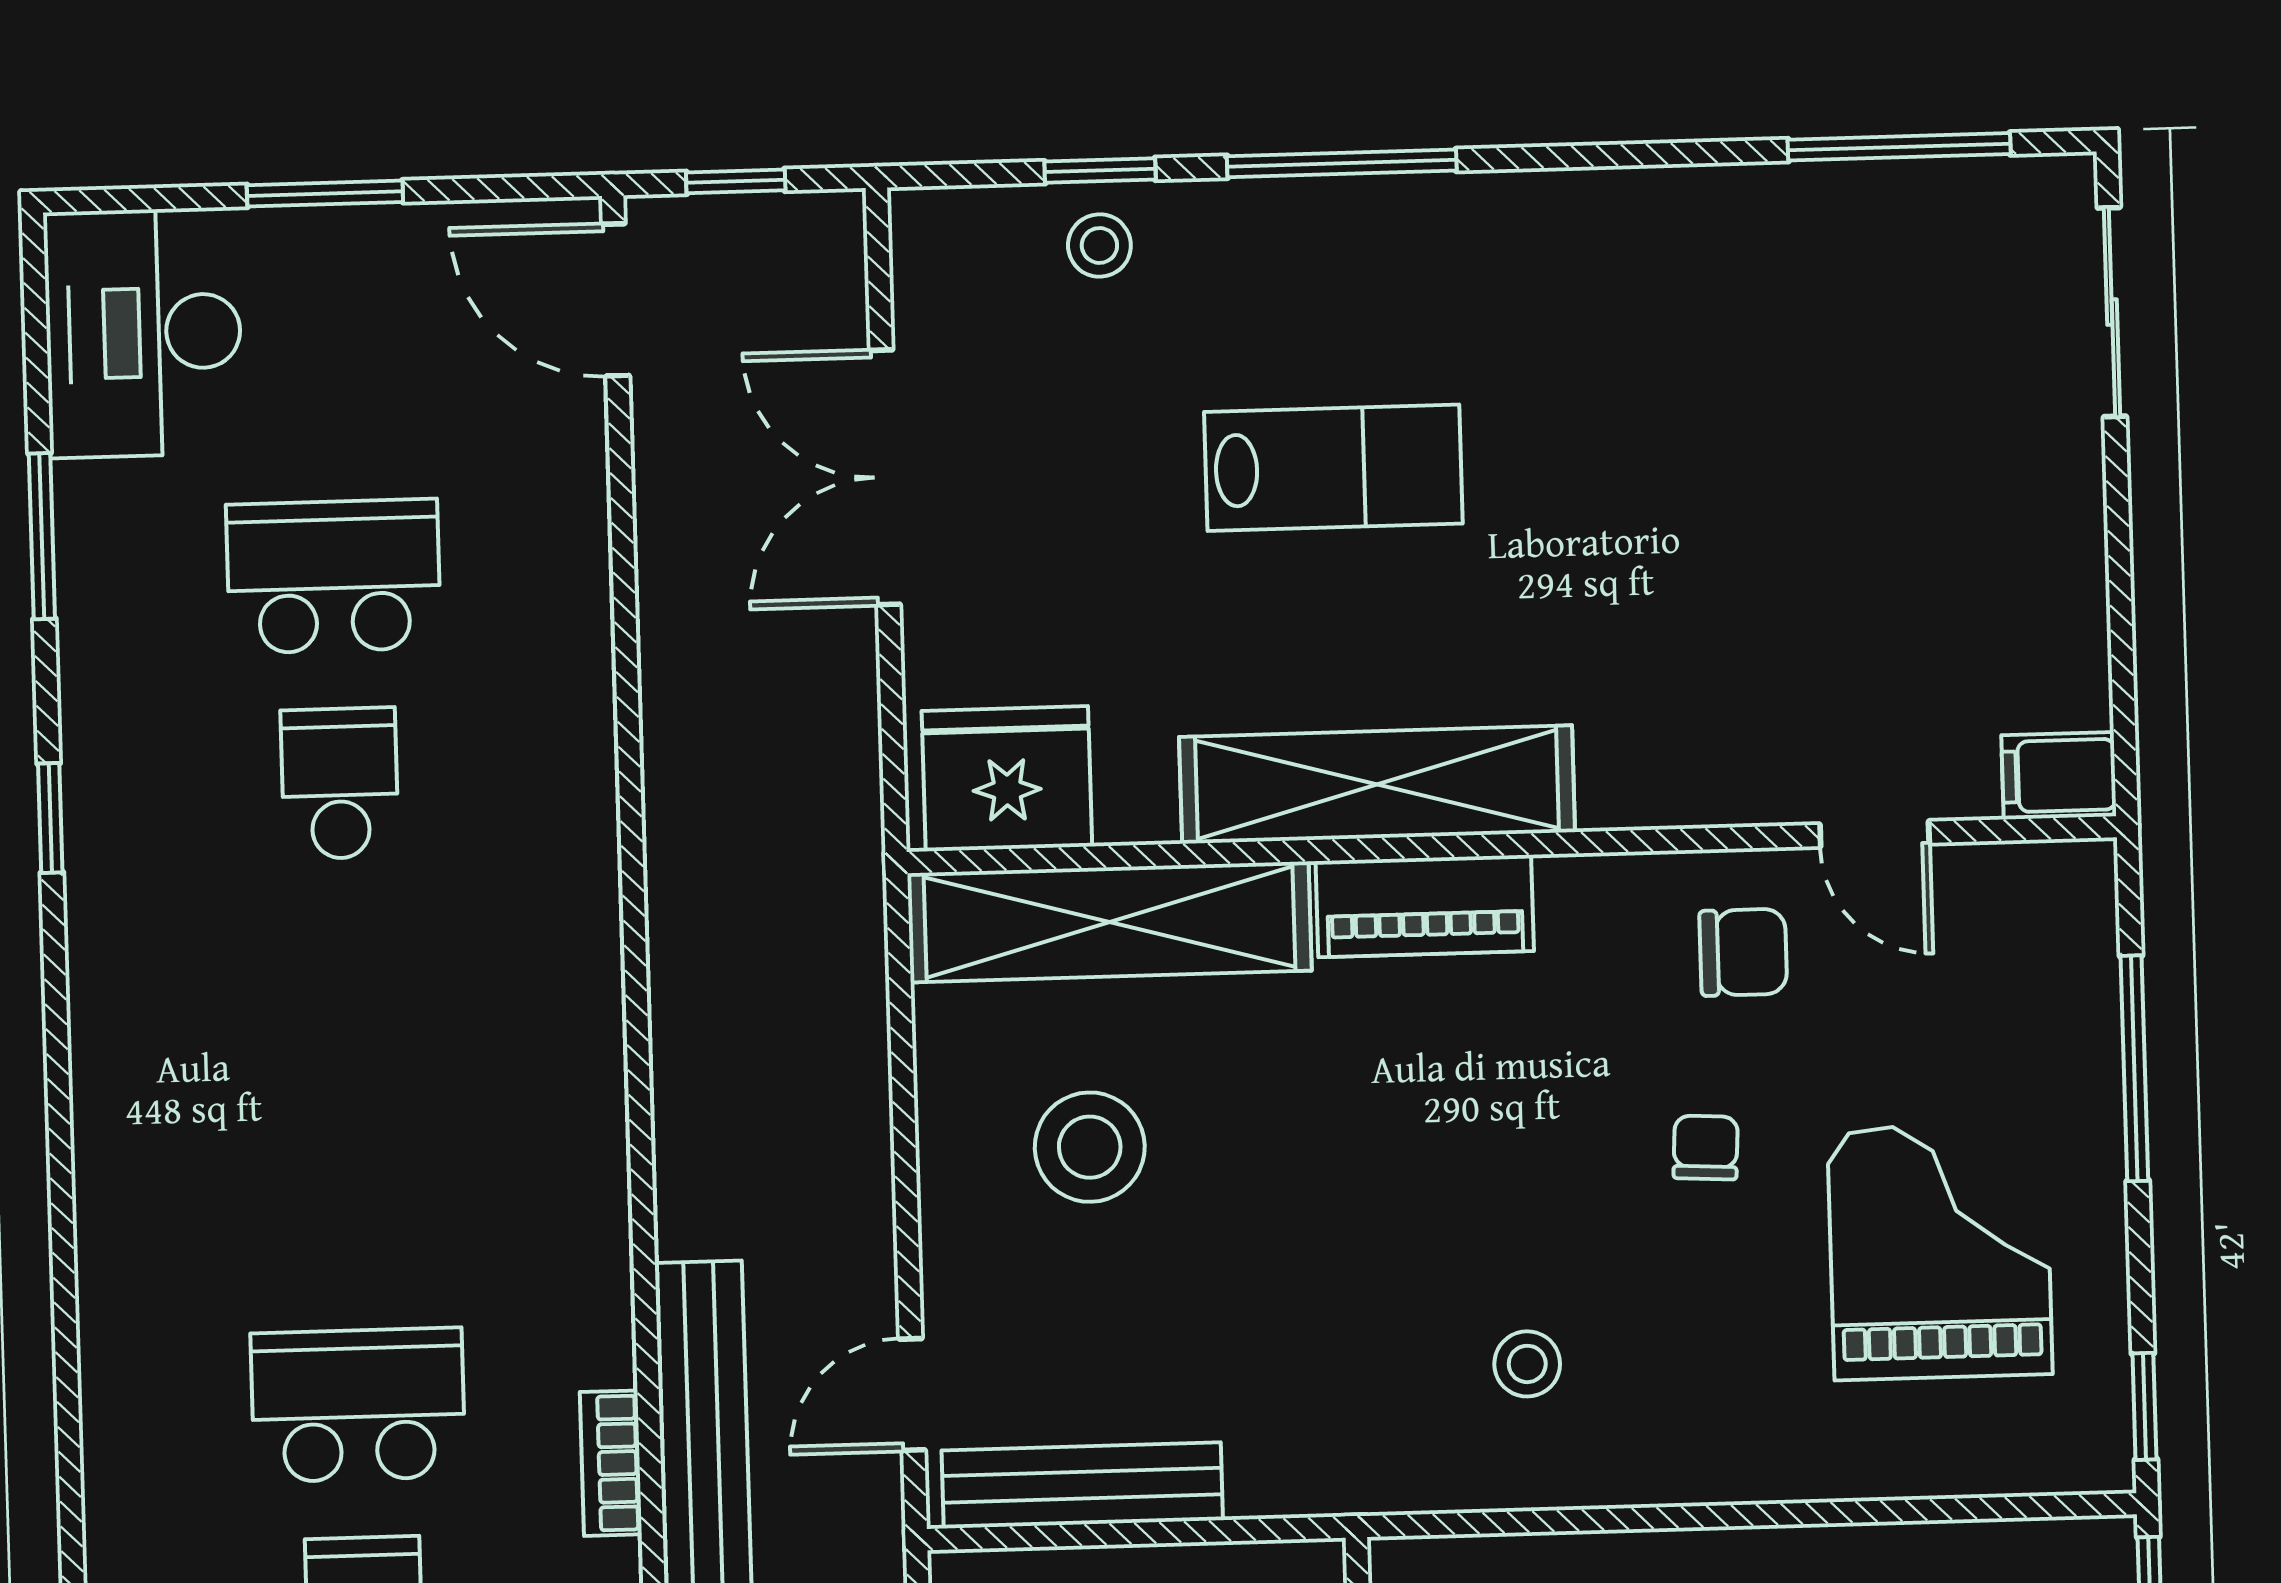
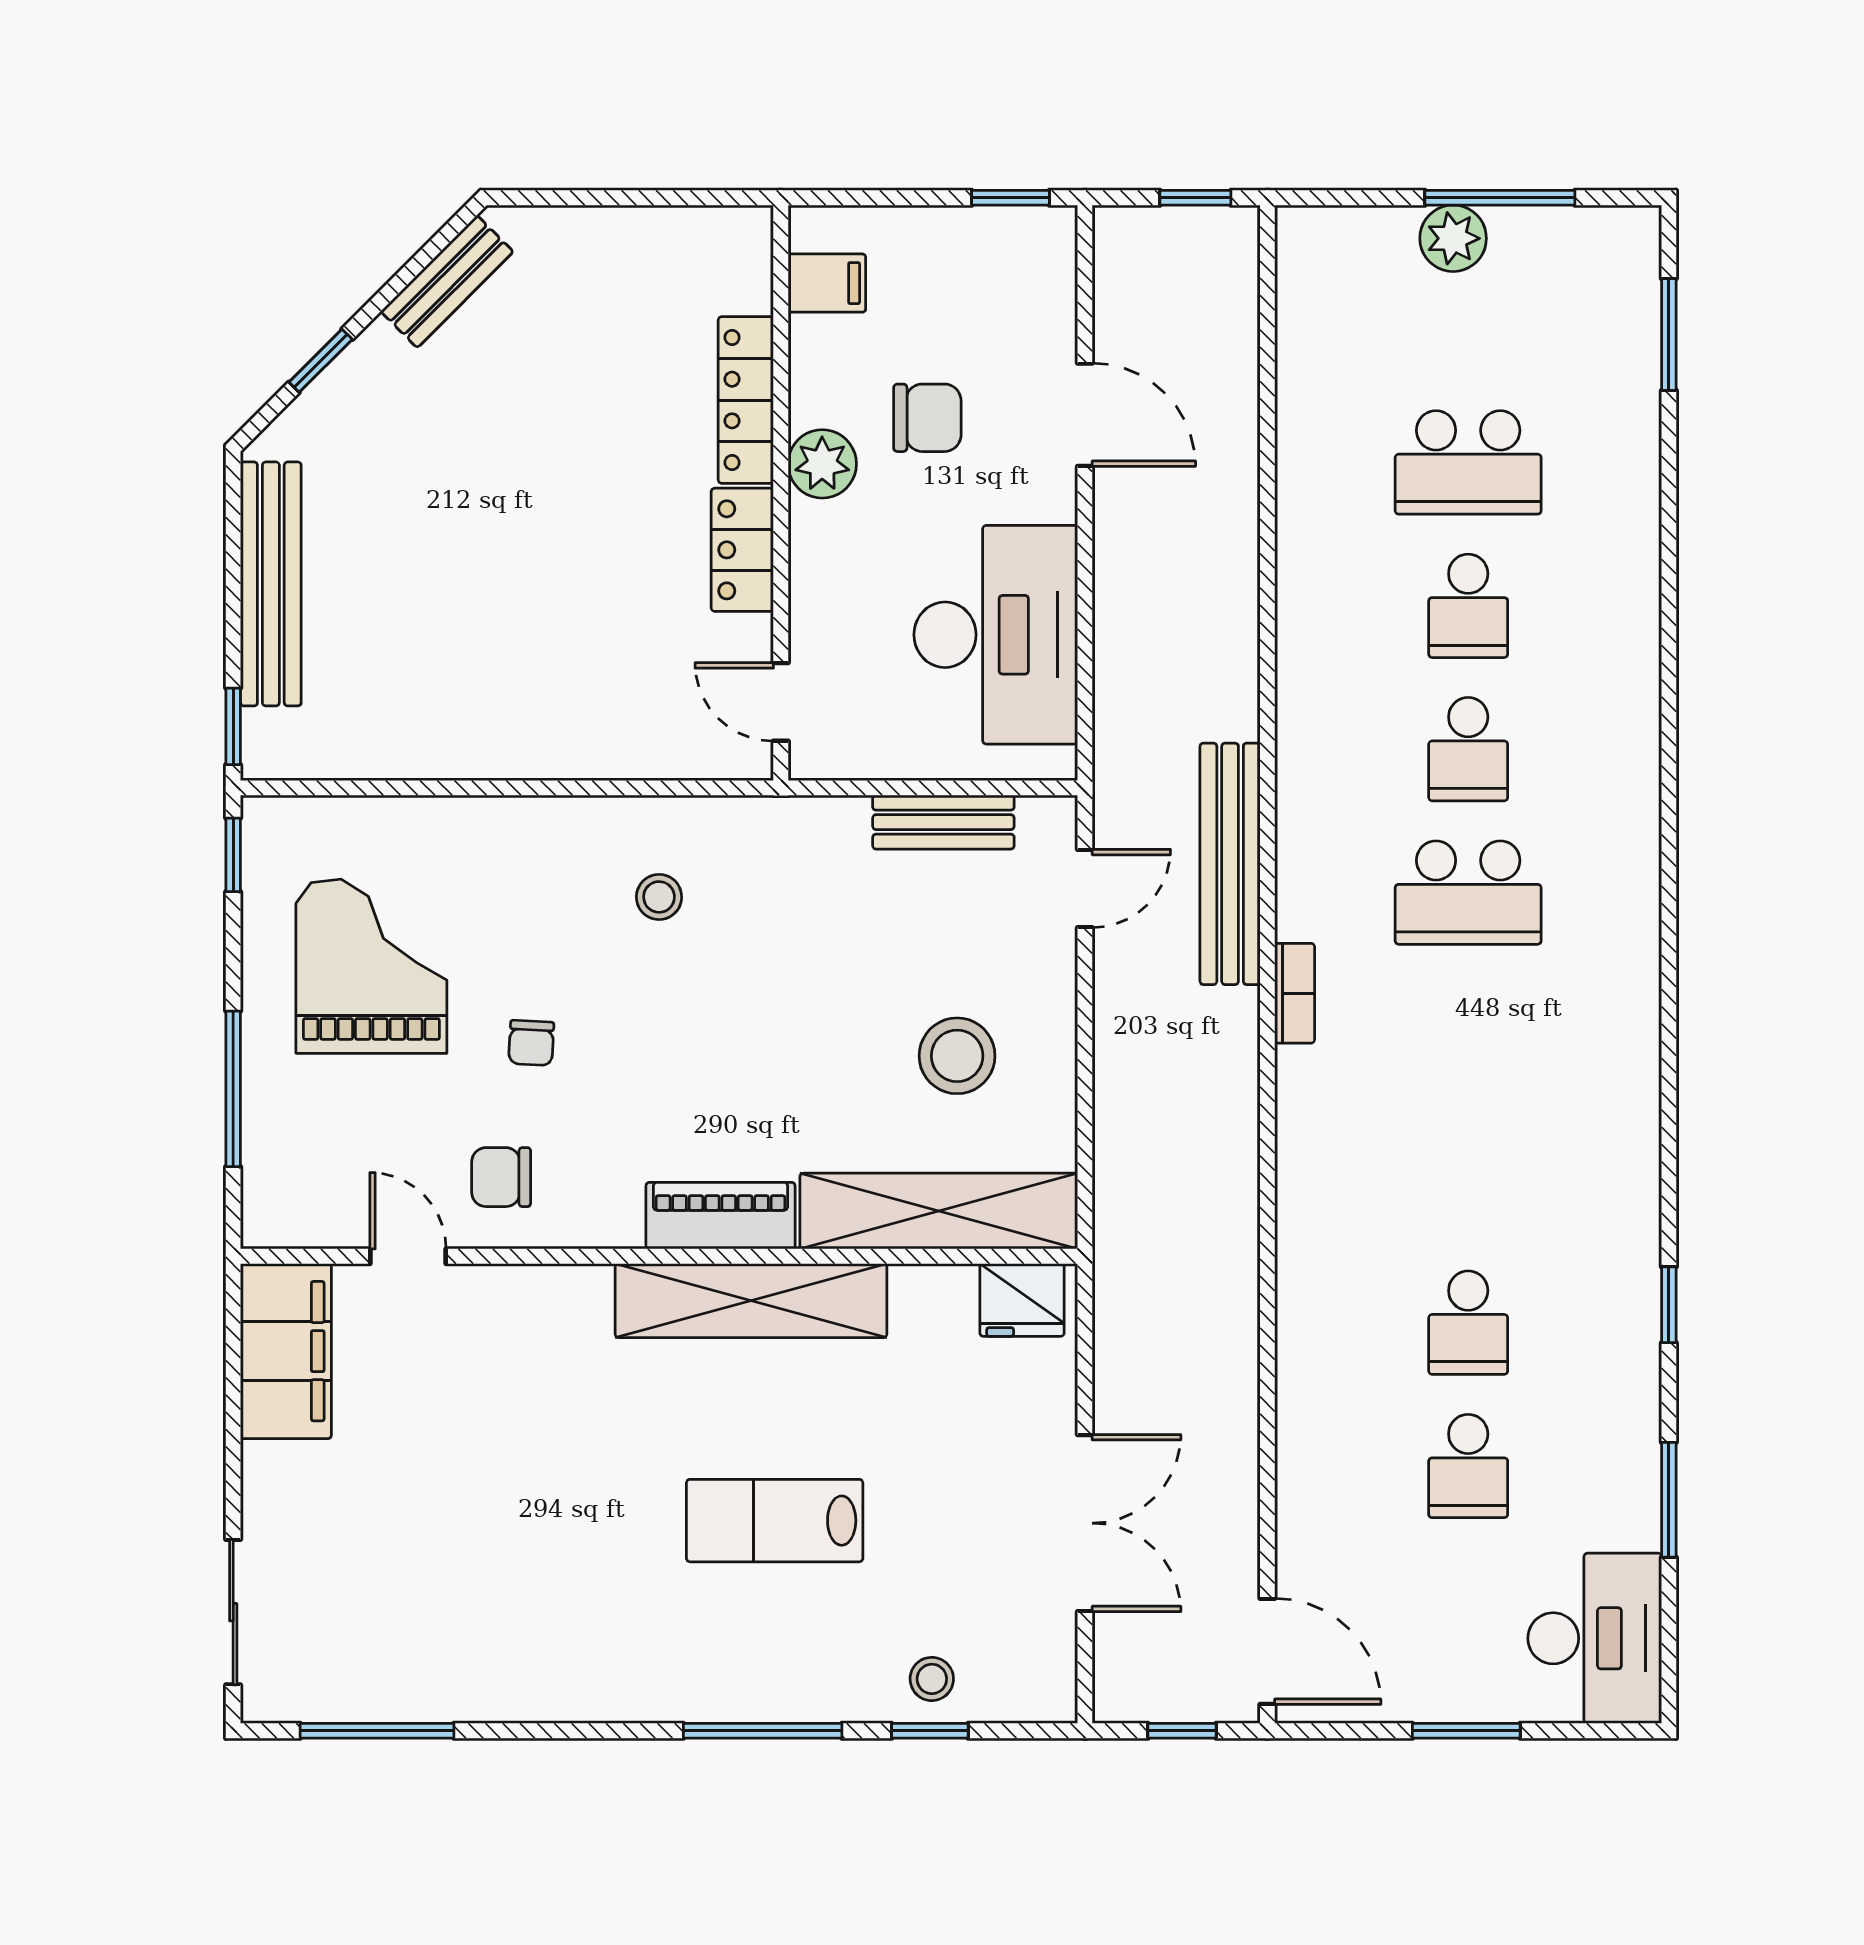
school desk: (333, 576) -> (1468, 1466), width x0.54
filing cabinet: (2059, 776) -> (286, 1351), width x3.00, depth x1.17
fridge: (1007, 779) -> (1022, 1300), width x0.73, depth x0.75
grand piano: (1940, 1251) -> (371, 966), turned 180
bookcase: (611, 1463) -> (1295, 993), moved
bench: (1082, 1485) -> (943, 822), width x0.73

